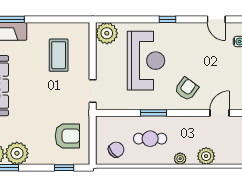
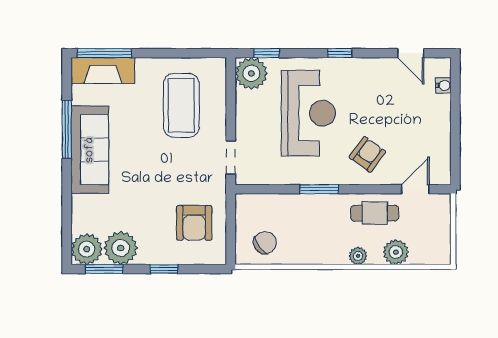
window: (117, 19) -> (267, 53), added
coffee table: (59, 55) -> (181, 105), width x1.36, depth x1.32
armchair: (67, 136) -> (194, 223), turned 90
cafe table: (150, 139) -> (375, 213), moved
window: (64, 168) -> (164, 269), moved

